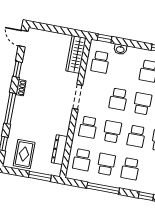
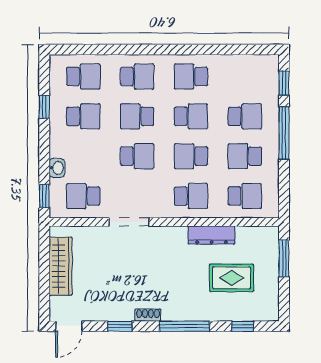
wardrobe: (76, 54) -> (60, 266), moved, turned -90
school desk: (100, 62) -> (83, 196), turned 180
doorway: (78, 97) -> (129, 222), moved
dresser: (59, 150) -> (211, 235), moved
rug: (24, 154) -> (232, 278), moved
window: (103, 188) -> (284, 133), moved

